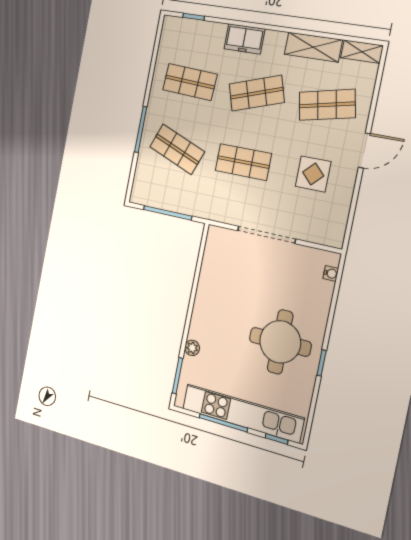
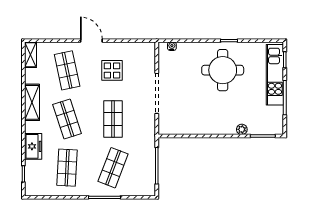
freezer: (244, 39) -> (33, 146), moved
shelving: (313, 47) -> (32, 102), moved
kitchen unit: (242, 413) -> (275, 75), width x0.73

